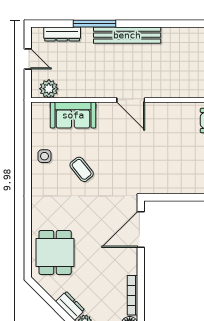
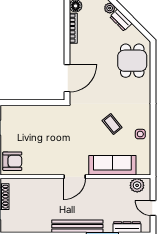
door: (131, 100) -> (75, 177), swing flipped
sofa: (73, 115) -> (112, 165), width x1.36

